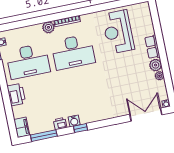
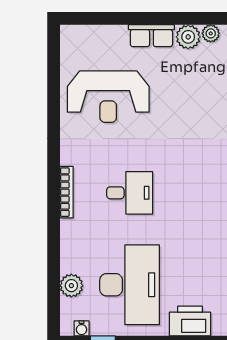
plant: (48, 27) -> (71, 286), moved
desk: (73, 52) -> (130, 193), width x0.53, depth x0.77

